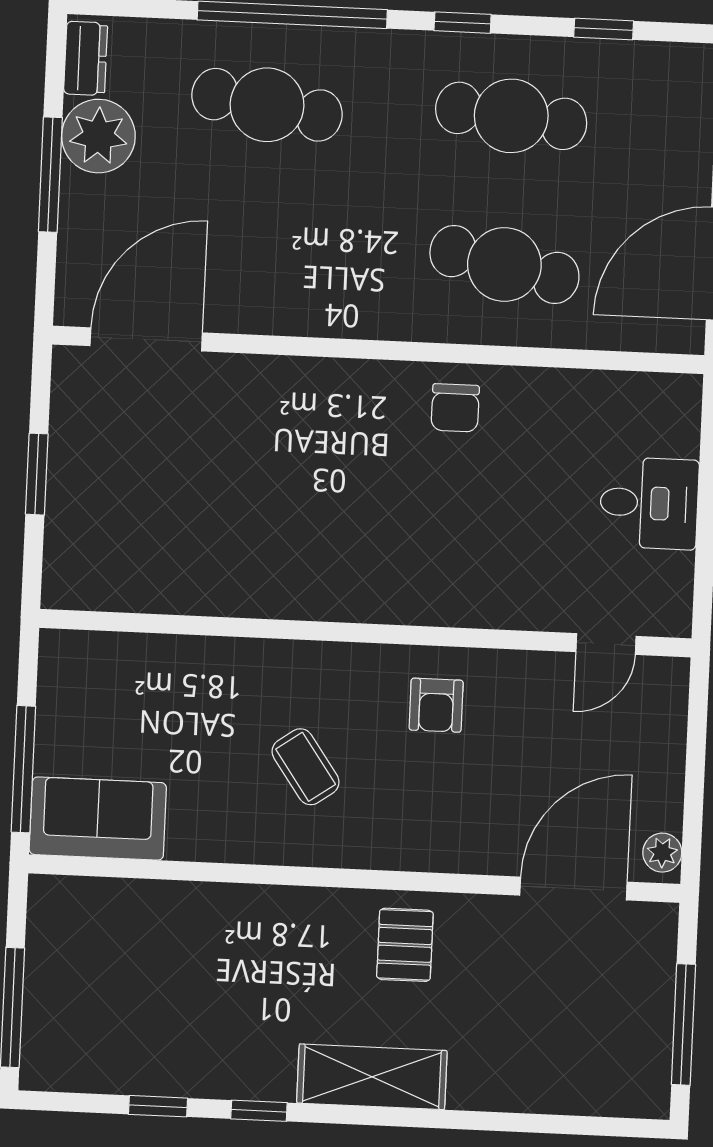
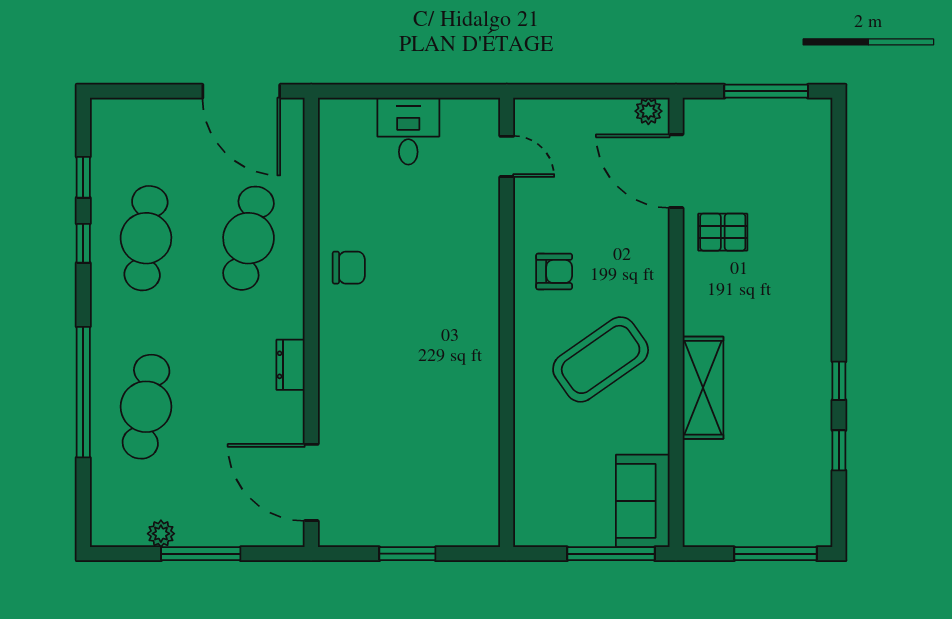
window: (463, 23) -> (83, 243), moved
dresser: (86, 58) -> (291, 365), moved, turned -90
plant: (98, 136) -> (161, 534), width x0.53, depth x0.53
coffee table: (306, 767) -> (601, 359), width x1.86, depth x1.72
pallet: (405, 945) -> (723, 232), moved
shelving: (372, 1077) -> (703, 388), moved

